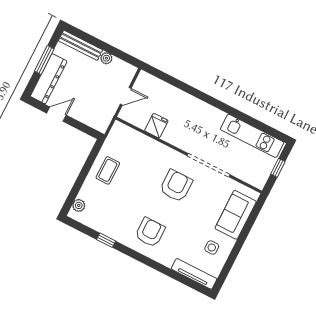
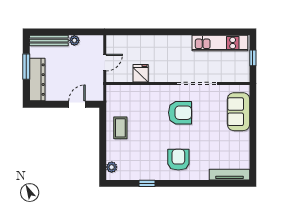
door: (56, 114) -> (77, 104), moved
armchair: (176, 186) -> (180, 113), turned 90
side table: (212, 247) -> (233, 147), removed

